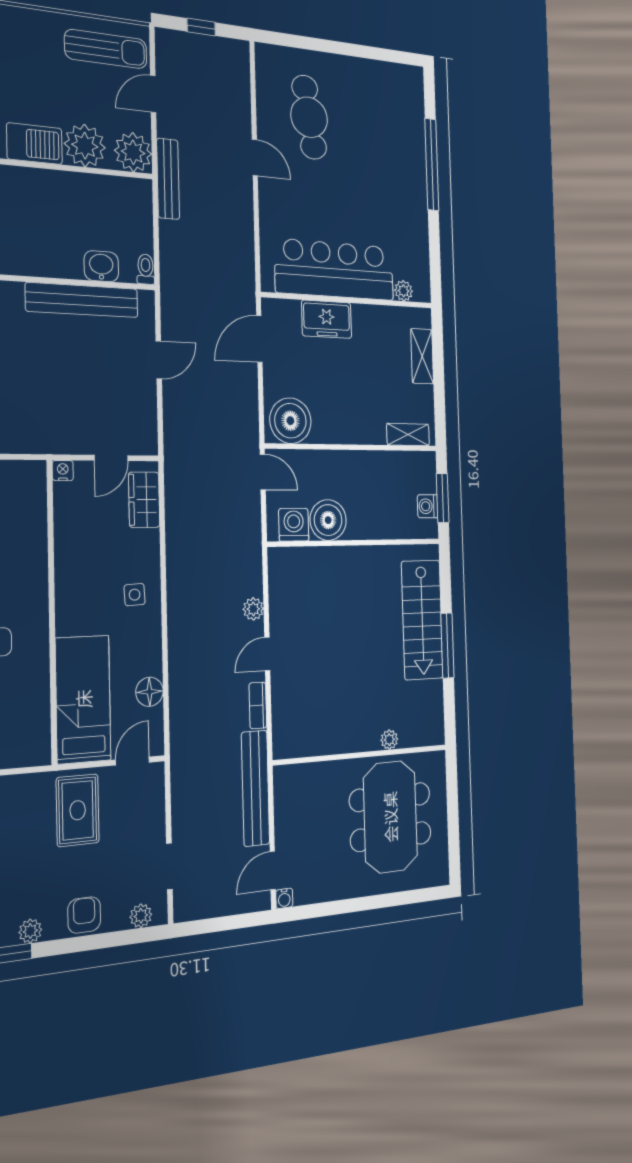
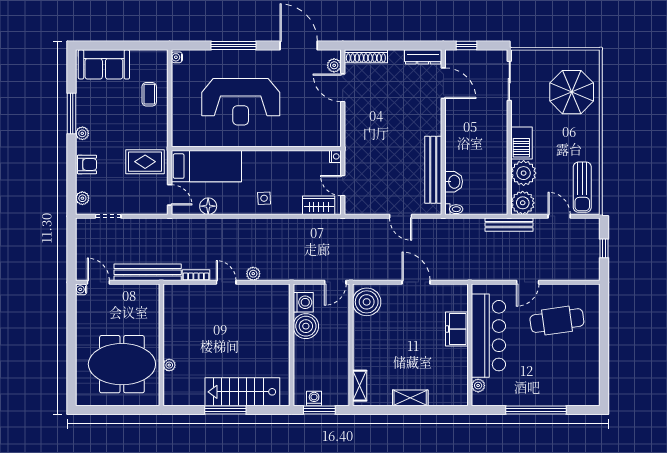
bar counter: (335, 270) -> (488, 336), moved
plant: (404, 291) -> (478, 386), moved
wall: (348, 300) -> (470, 345), moved
freezer: (327, 319) -> (457, 329), moved

